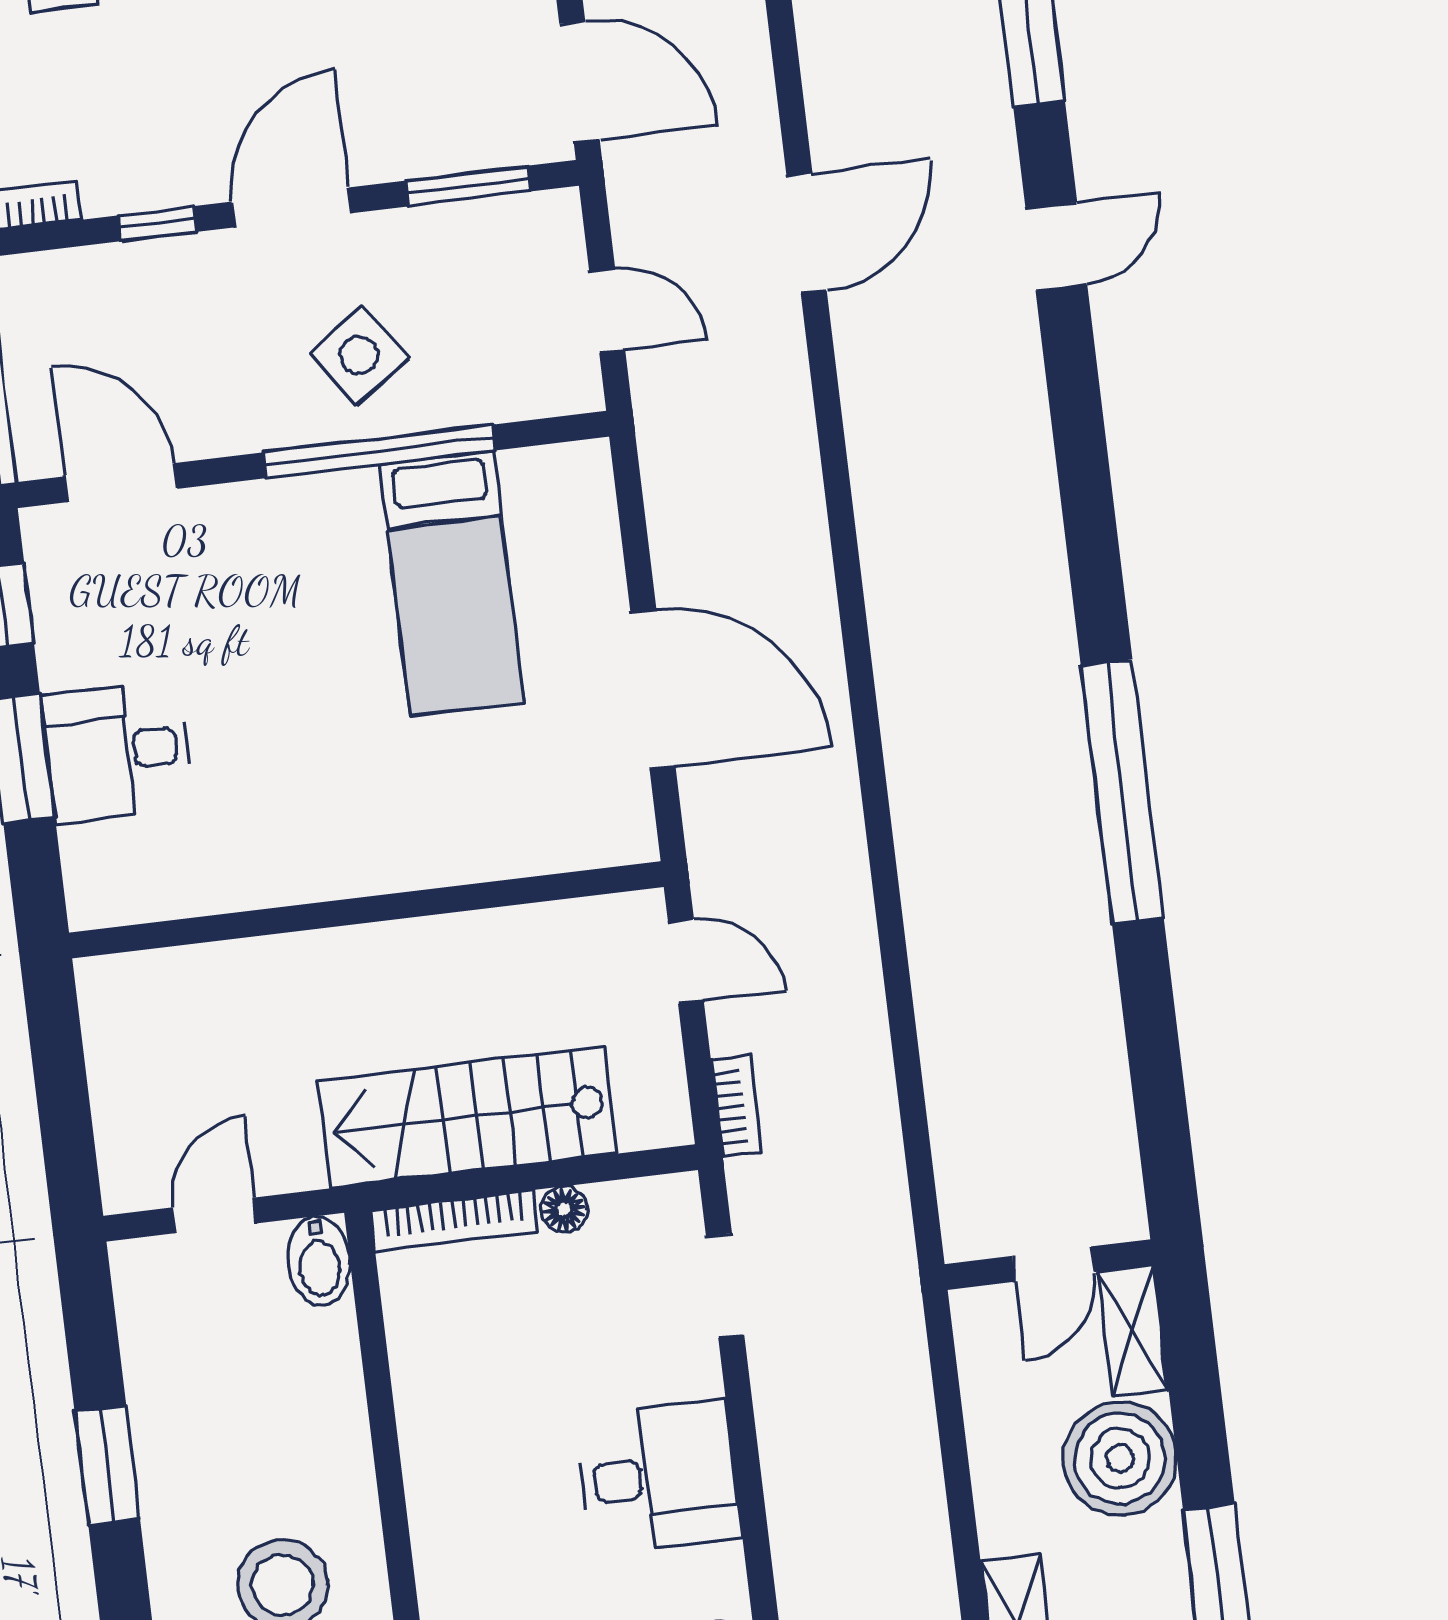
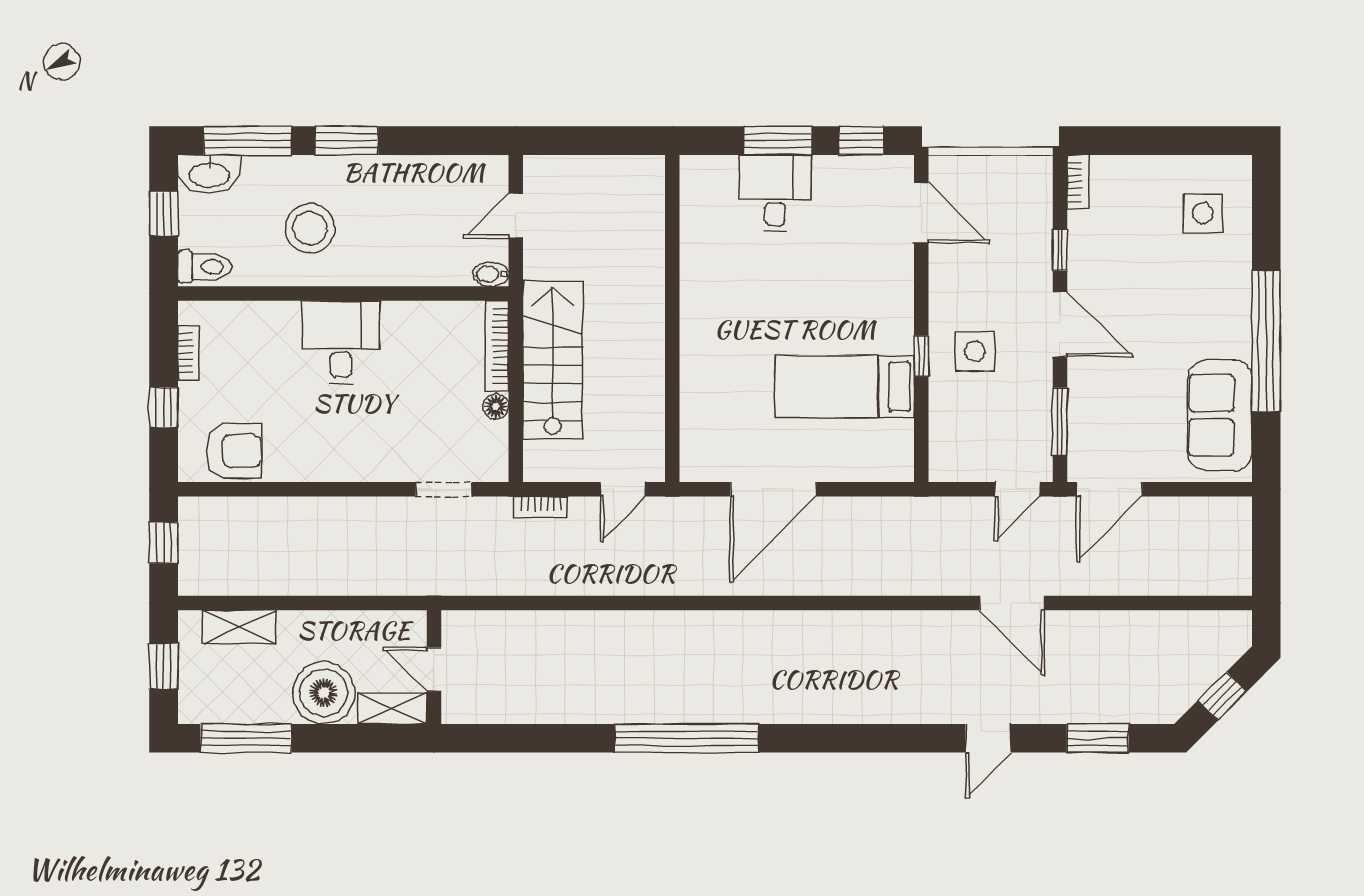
door: (1056, 246) -> (988, 738), hinge flipped
door: (607, 311) -> (1017, 489), moved
side table: (359, 355) -> (975, 351), turned 35
window: (380, 451) -> (921, 356), width x0.32
door: (121, 483) -> (921, 213), hinge flipped
door: (215, 1215) -> (516, 216), swing flipped
bidet: (319, 1261) -> (491, 274), width x0.72, depth x0.74
window: (107, 1465) -> (347, 141), moved
desk: (659, 1477) -> (341, 342), moved, turned 180

